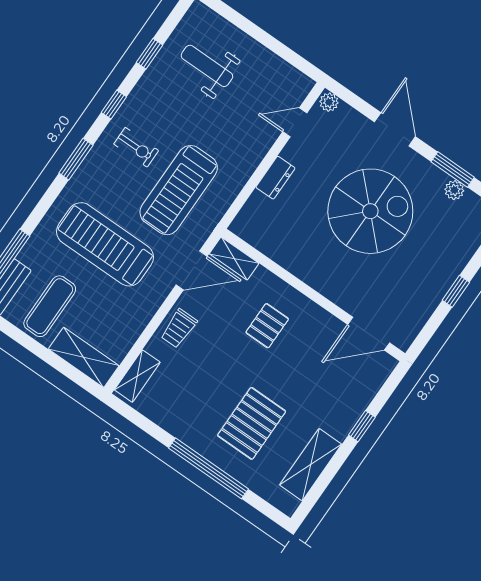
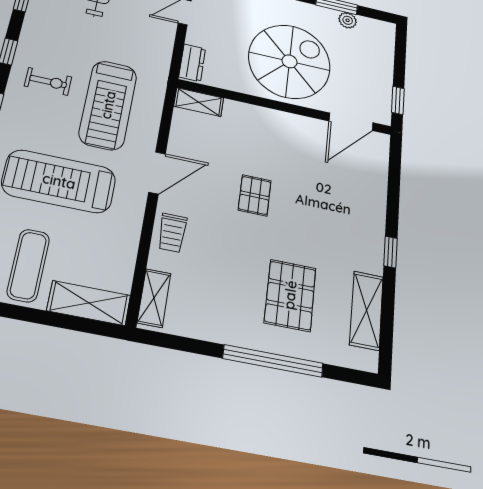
shelving: (234, 259) -> (199, 102), moved
wall: (313, 295) -> (286, 107), moved
door: (369, 334) -> (351, 122), moved

